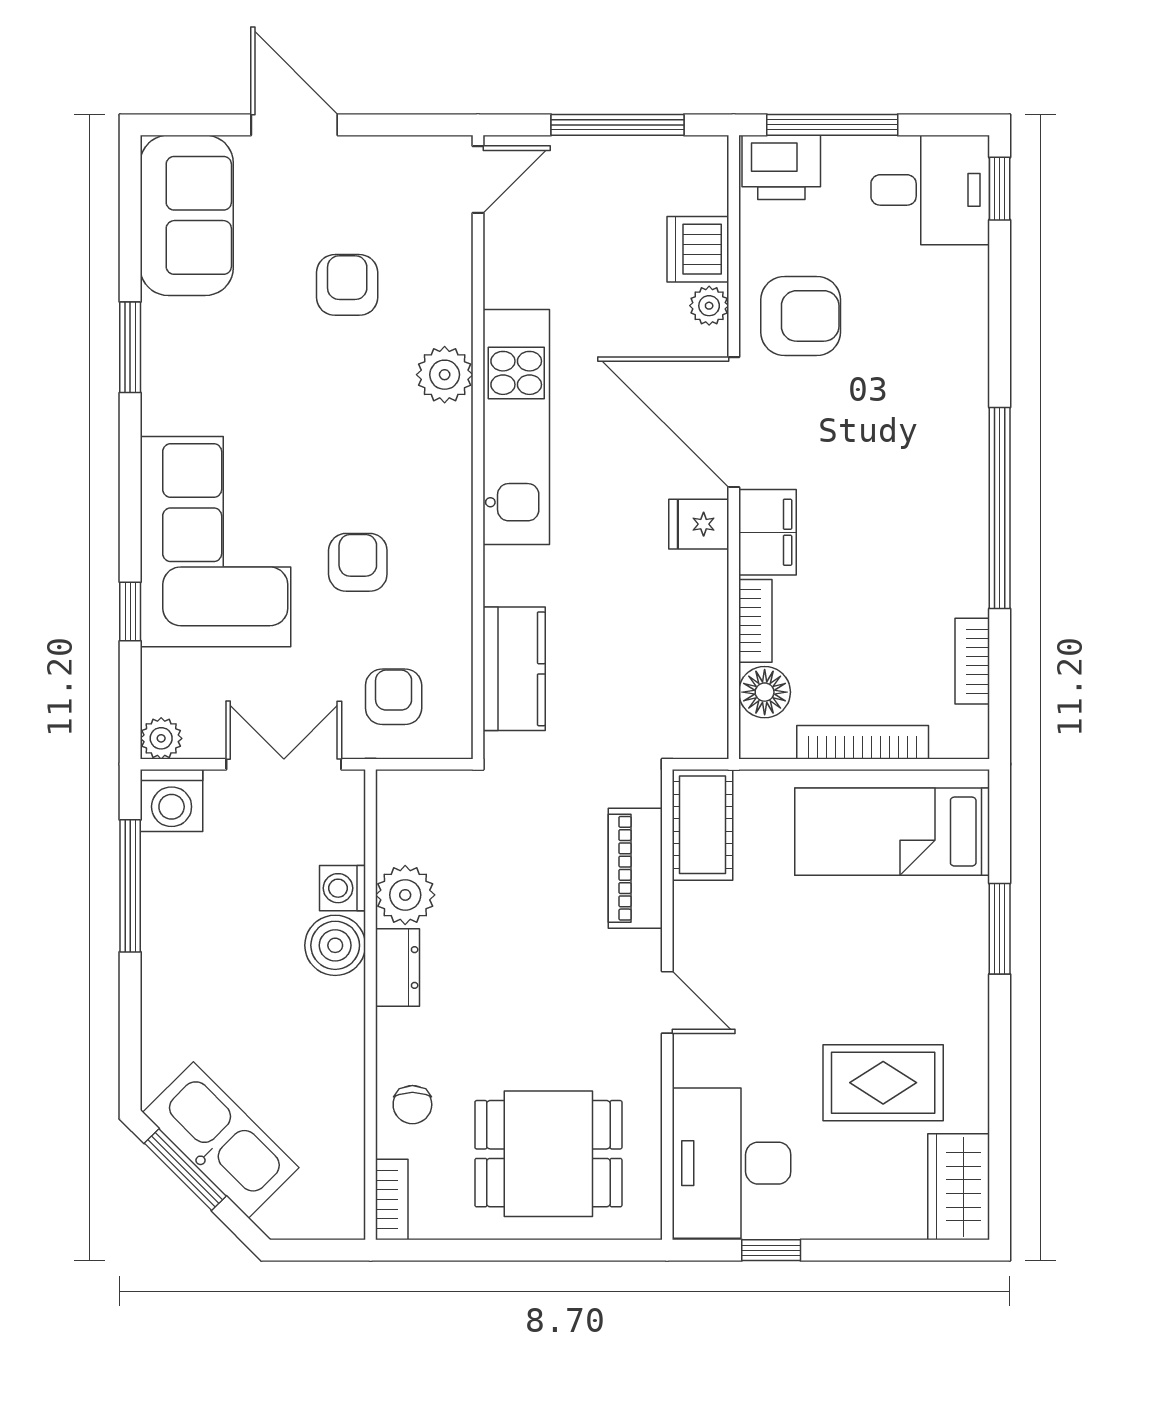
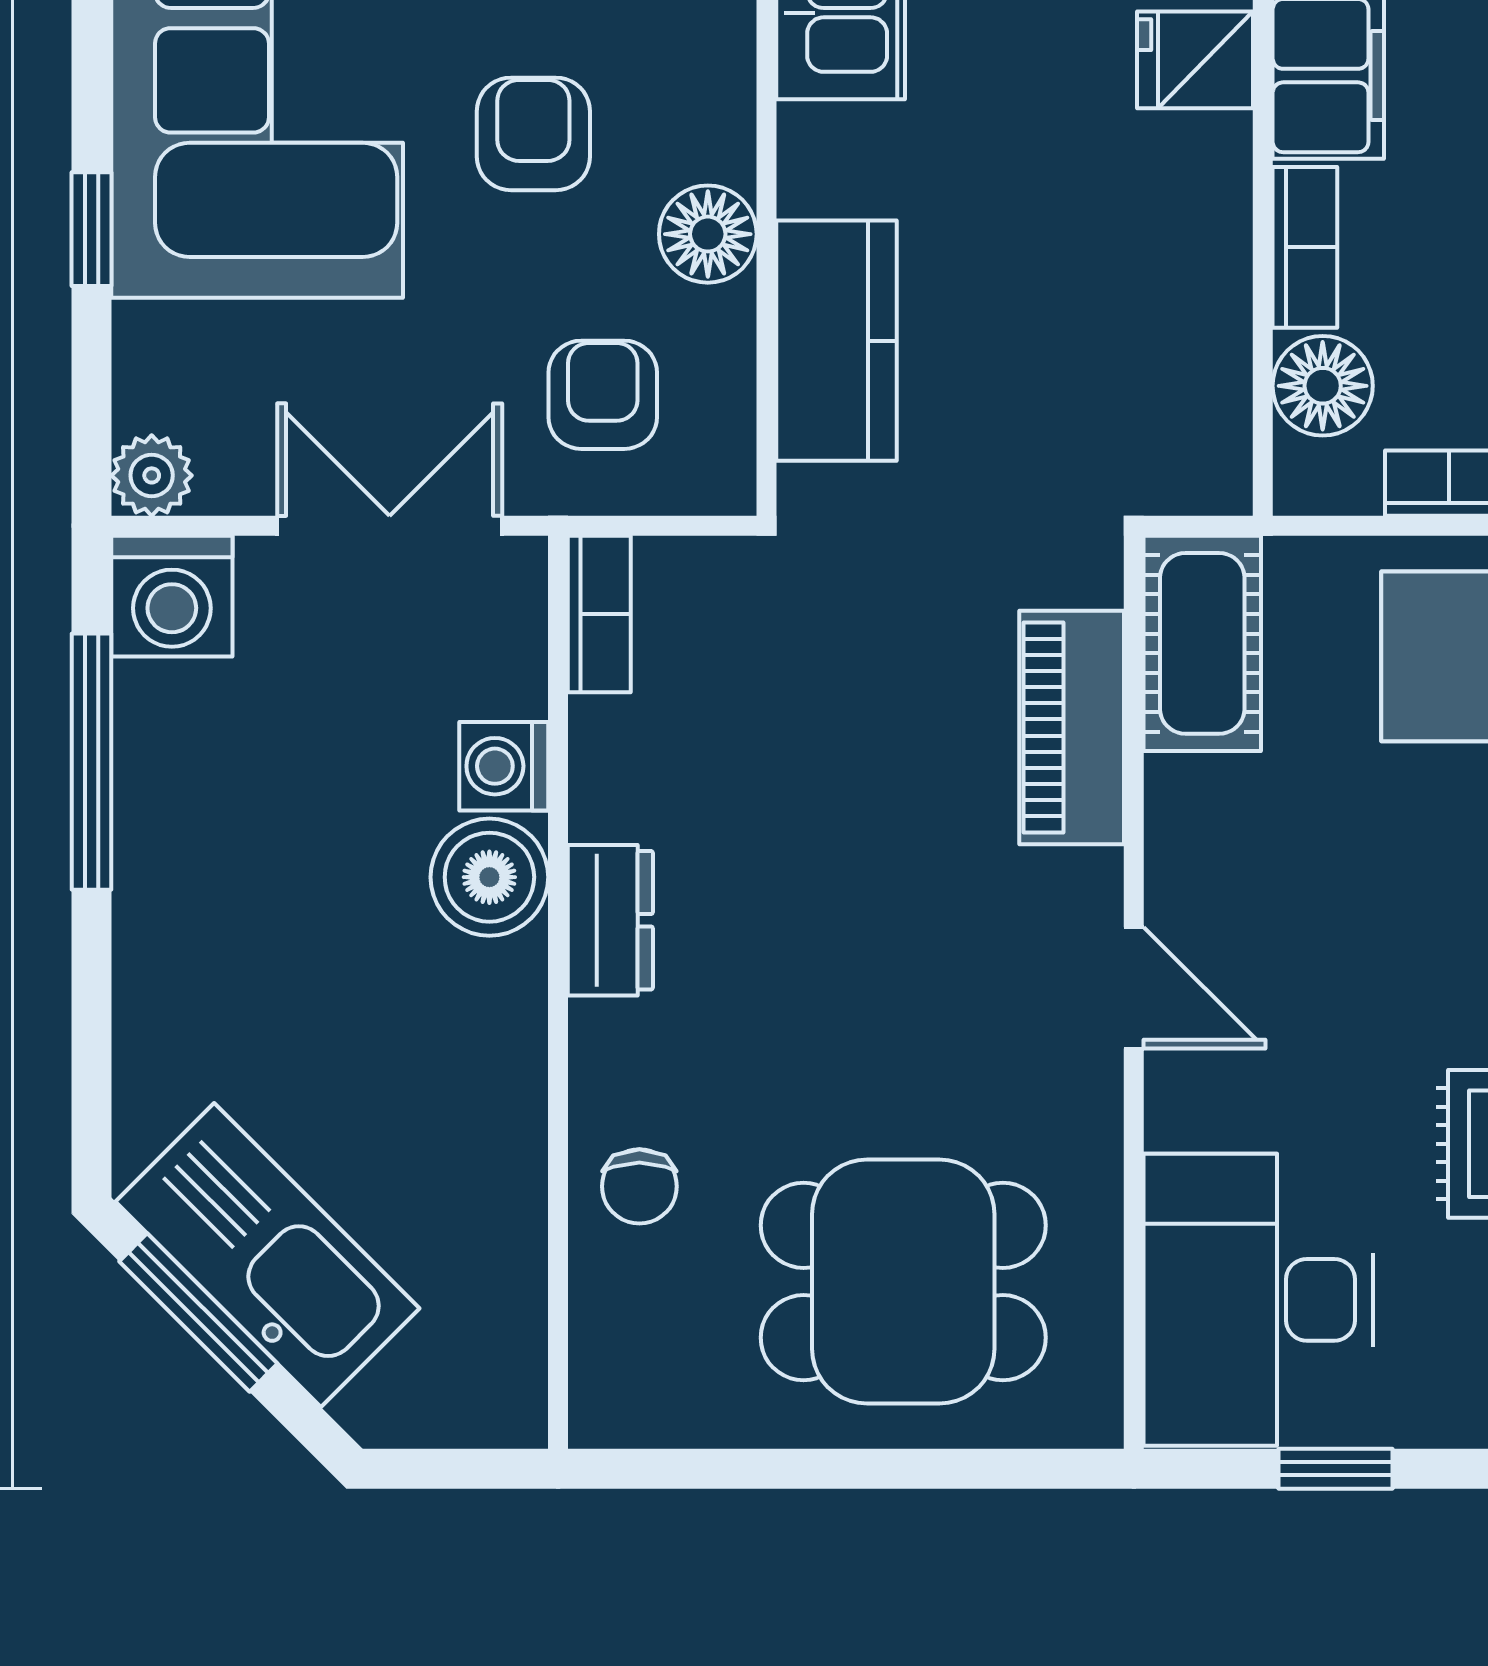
floor lamp: (448, 614) -> (708, 234), added
plant: (405, 895) -> (625, 779), removed
bookcase: (392, 1199) -> (599, 614), moved

